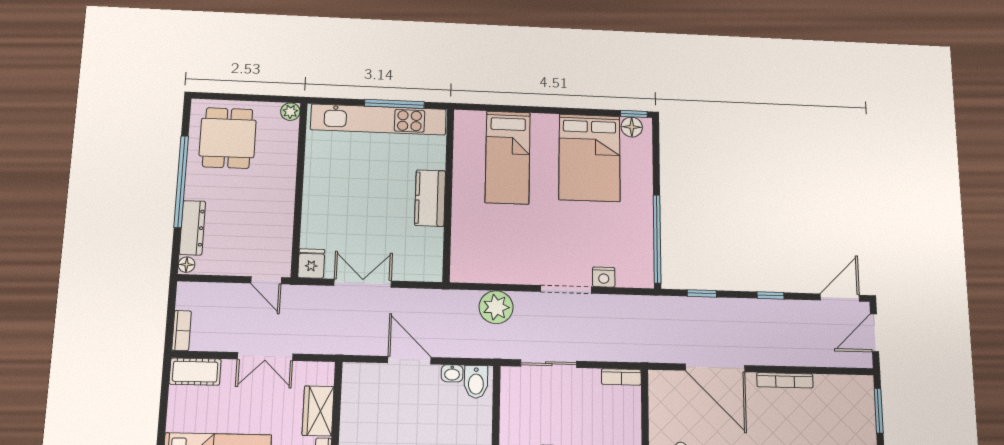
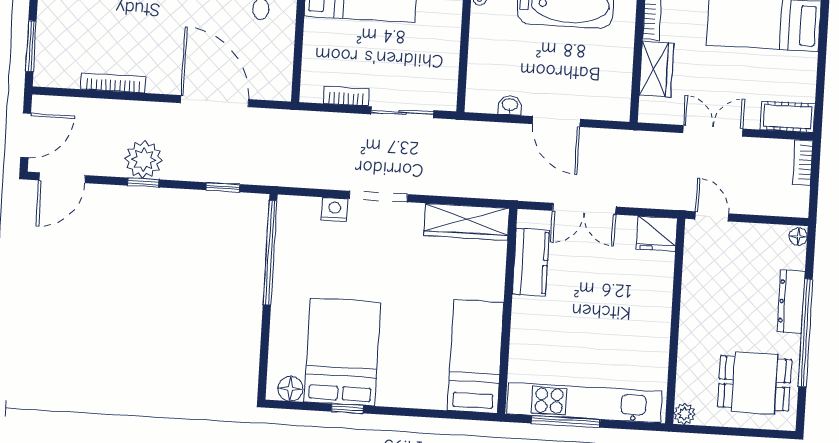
window: (634, 114) -> (347, 409), moved
dining table: (228, 138) -> (755, 383), turned 90
bed: (508, 157) -> (475, 356), moved
kitchen counter: (430, 198) -> (531, 262), moved
dresser: (192, 228) -> (791, 302), moved
fridge: (311, 264) -> (657, 234), width x1.38
wardrobe: (487, 269) -> (467, 222), added
double door: (363, 283) -> (584, 209), moved
plant: (496, 307) -> (144, 160), moved
bookcase: (621, 377) -> (346, 96), moved
bookcase: (785, 380) -> (113, 83), moved
bidet: (476, 382) -> (484, 95), removed

